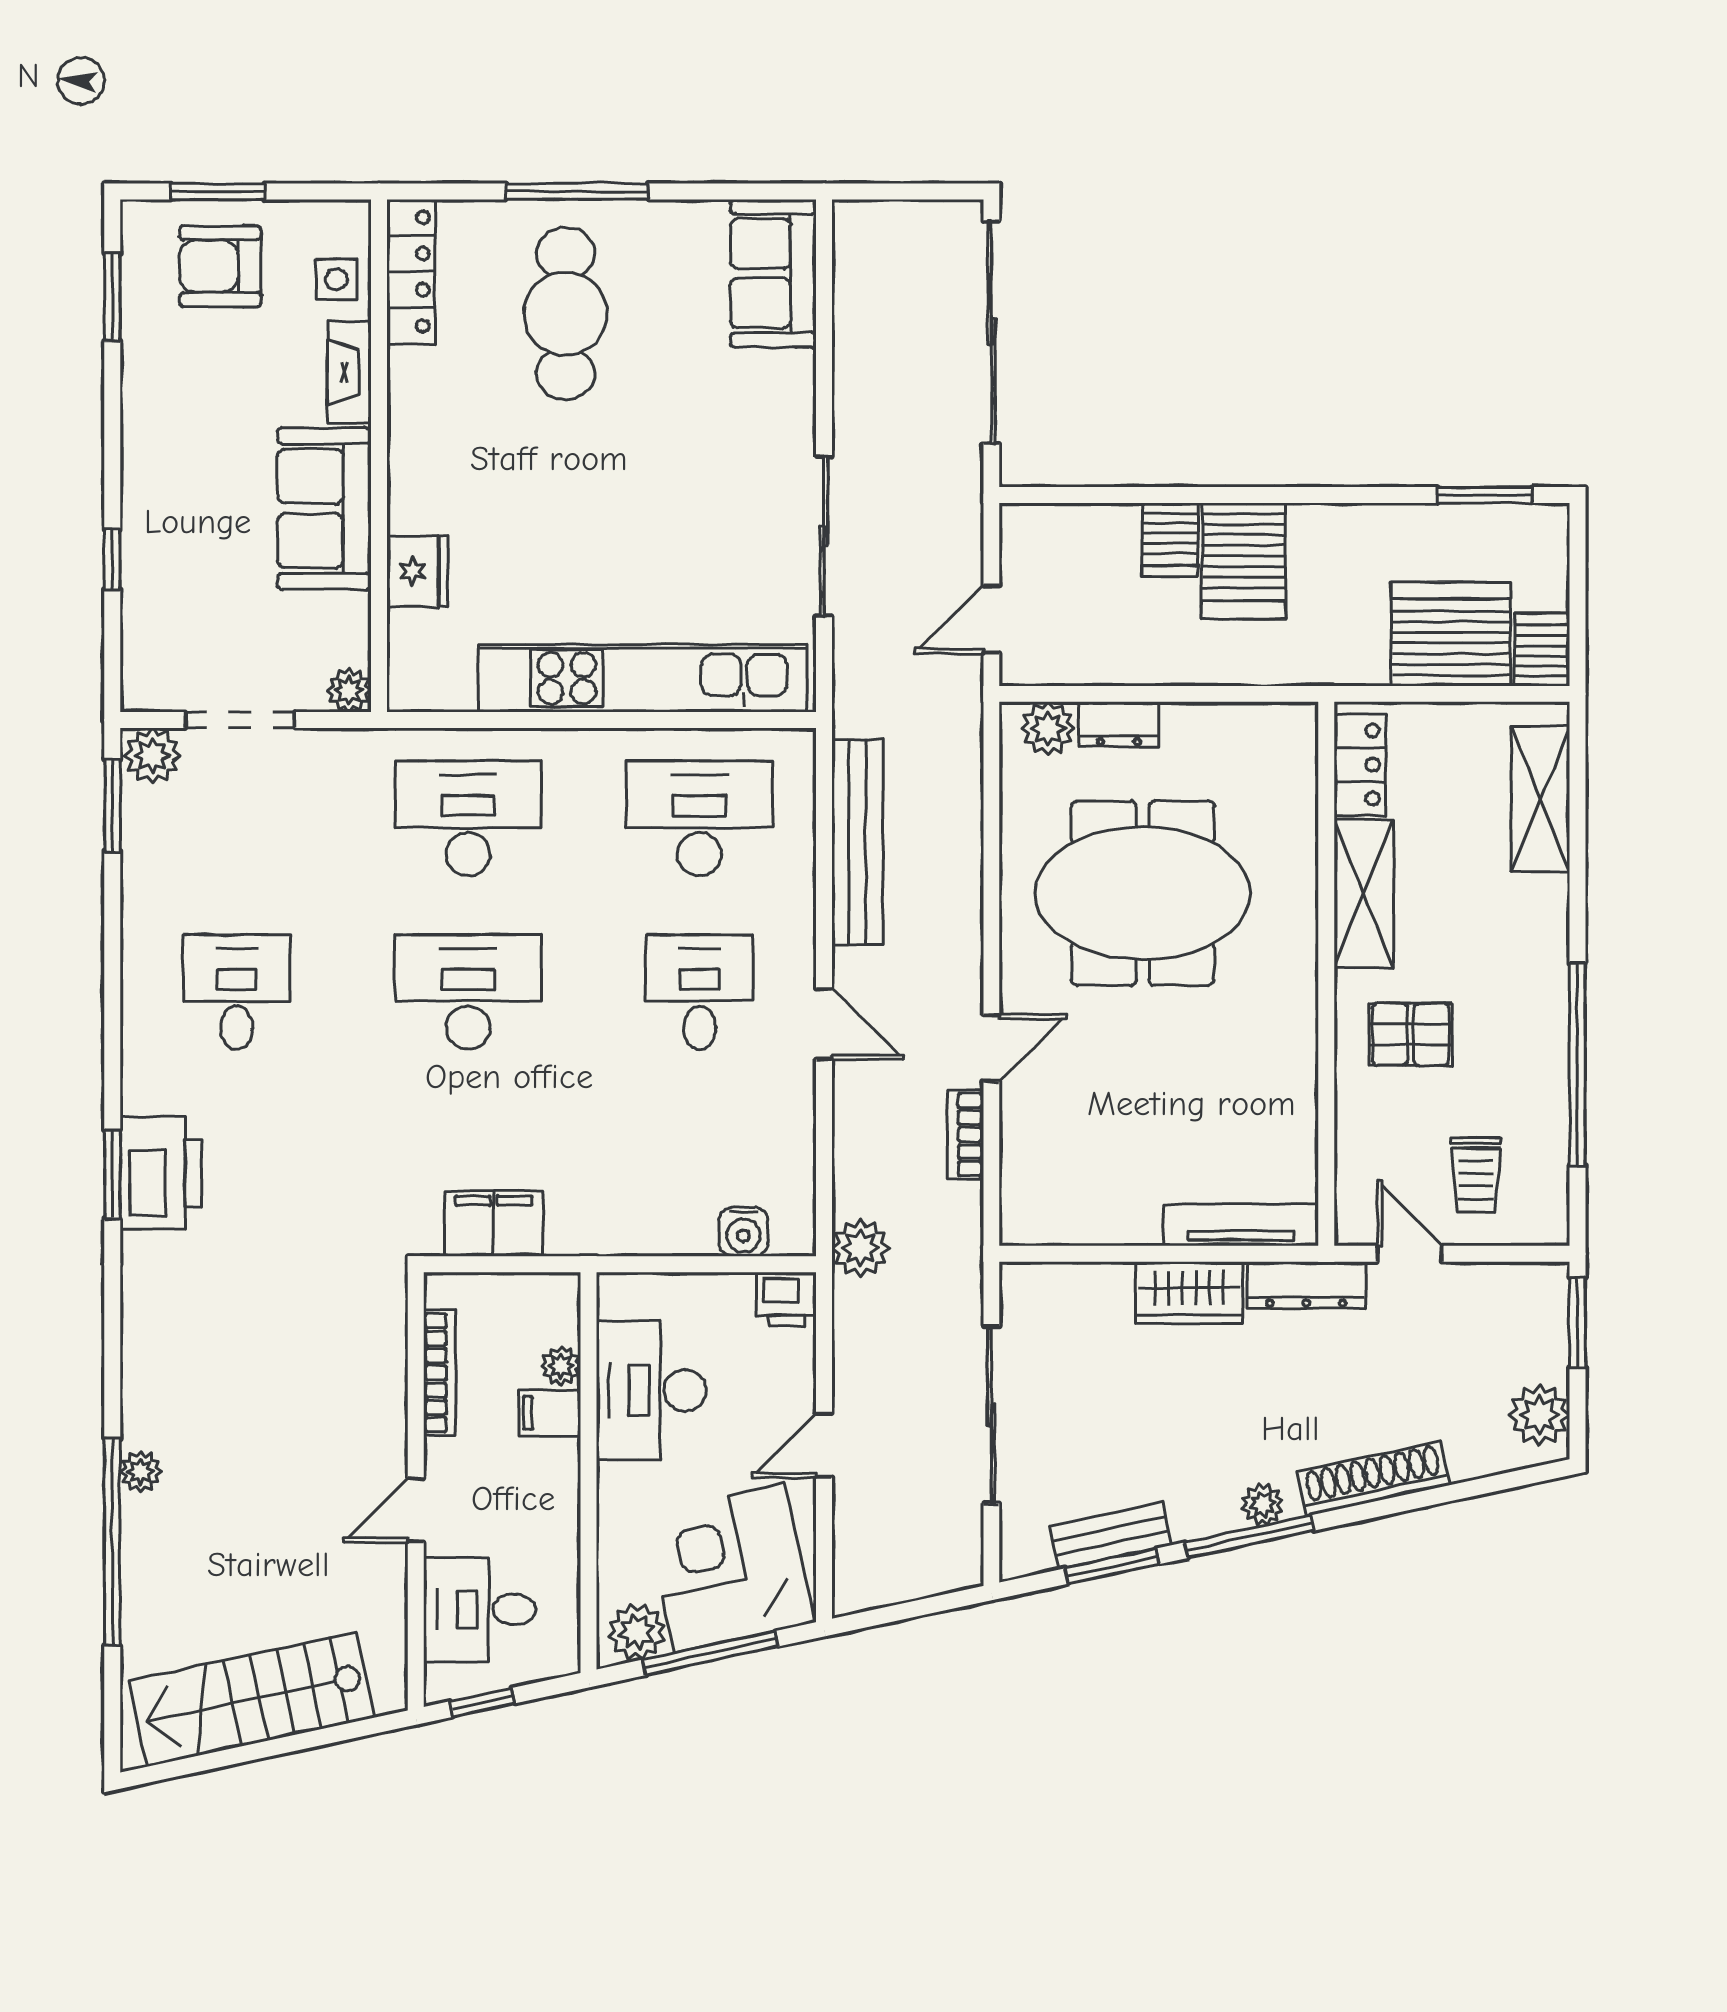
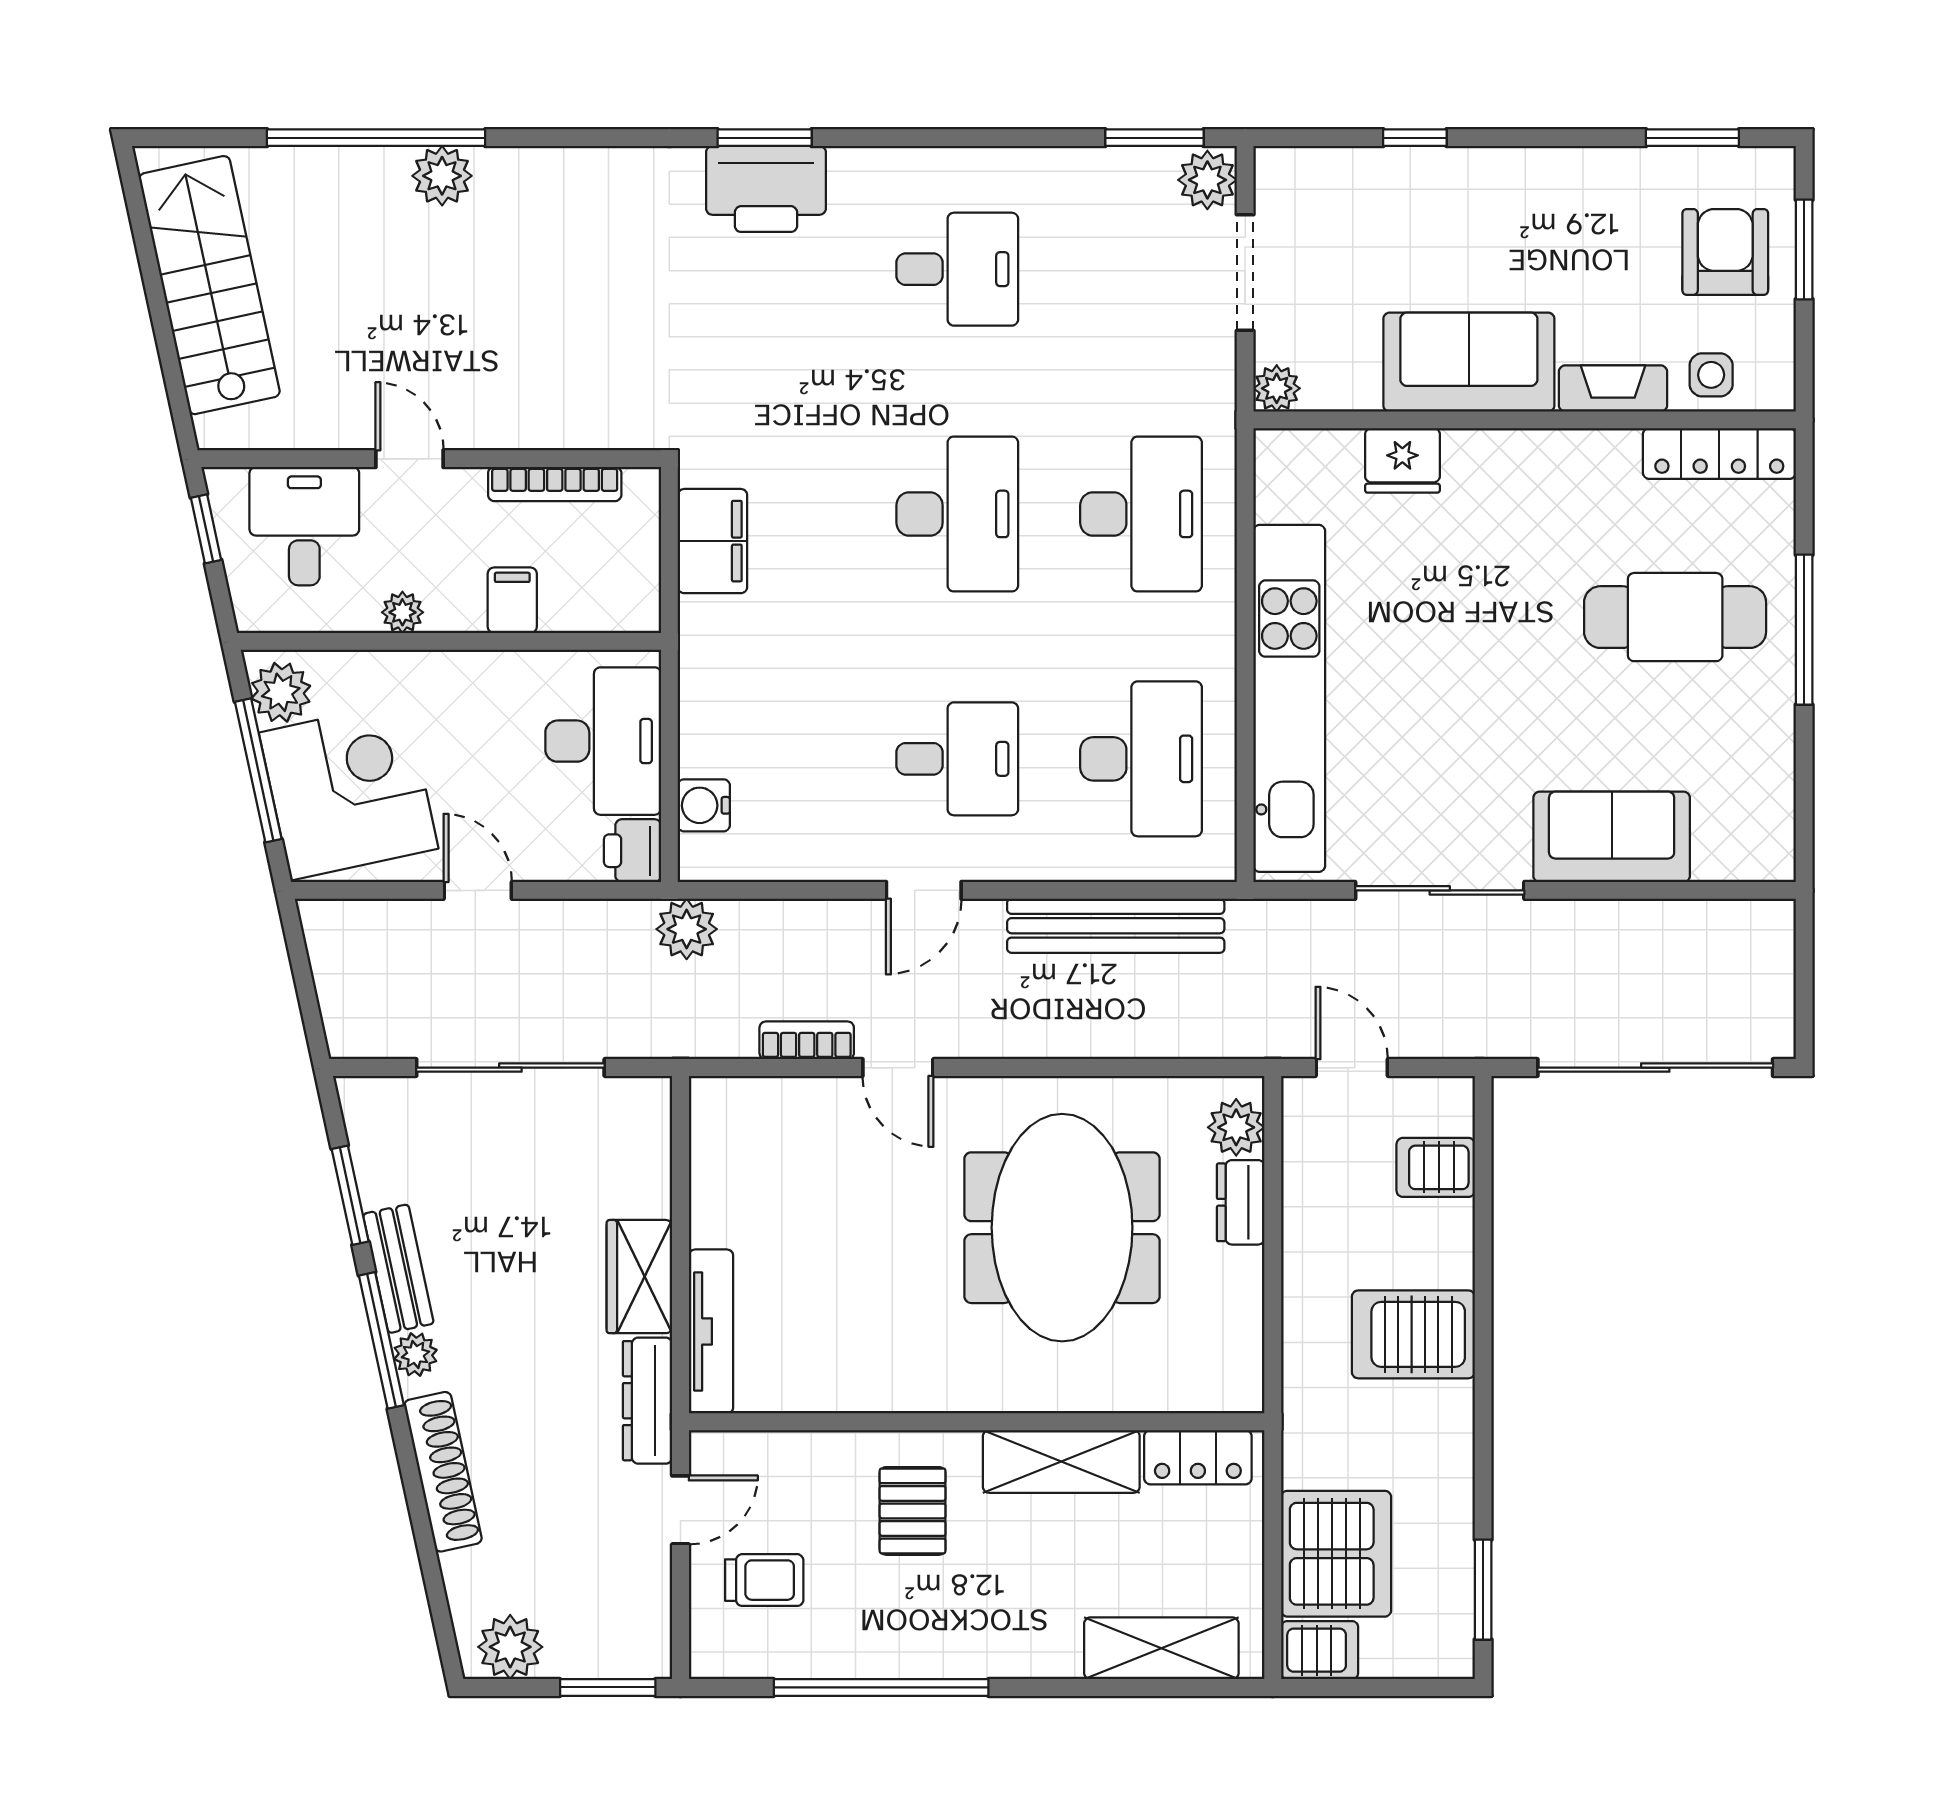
sofa: (773, 273) -> (1612, 837), moved
server rack: (1170, 540) -> (1436, 1167), moved
trolley: (1476, 1175) -> (764, 1580), turned 180
plant: (561, 1366) -> (402, 612), moved
desk: (651, 1390) -> (603, 741), moved, turned 90
plant: (141, 1472) -> (442, 176), width x1.38, depth x1.38
bench: (1111, 1536) -> (398, 1269), moved

